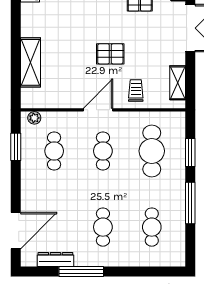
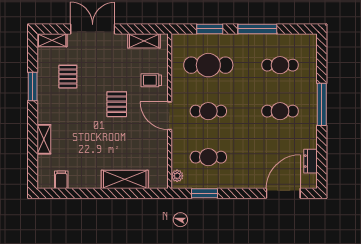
door: (16, 231) -> (283, 193), hinge flipped
dresser: (55, 259) -> (311, 161), width x0.70
window: (81, 271) -> (322, 104), moved

